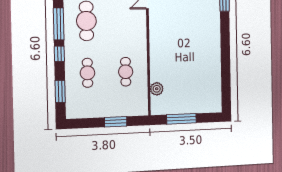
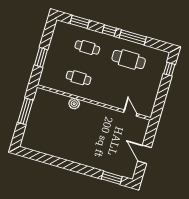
plant: (157, 89) -> (74, 104), moved

